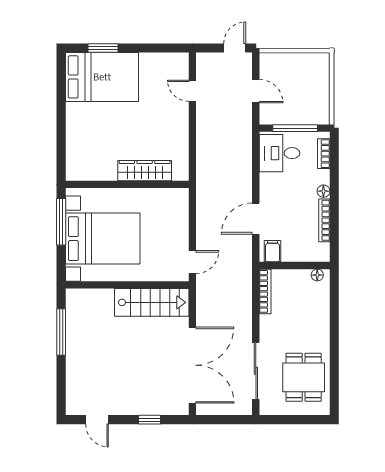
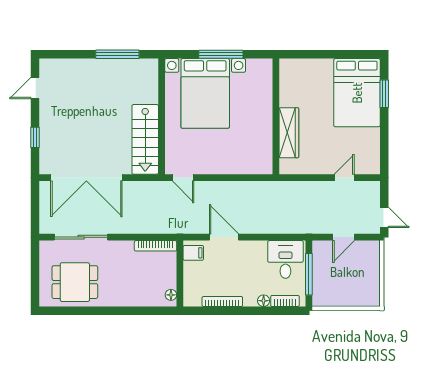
wardrobe: (145, 171) -> (289, 133), moved
wall: (127, 184) -> (276, 116), moved
floor lamp: (323, 191) -> (264, 301), moved

